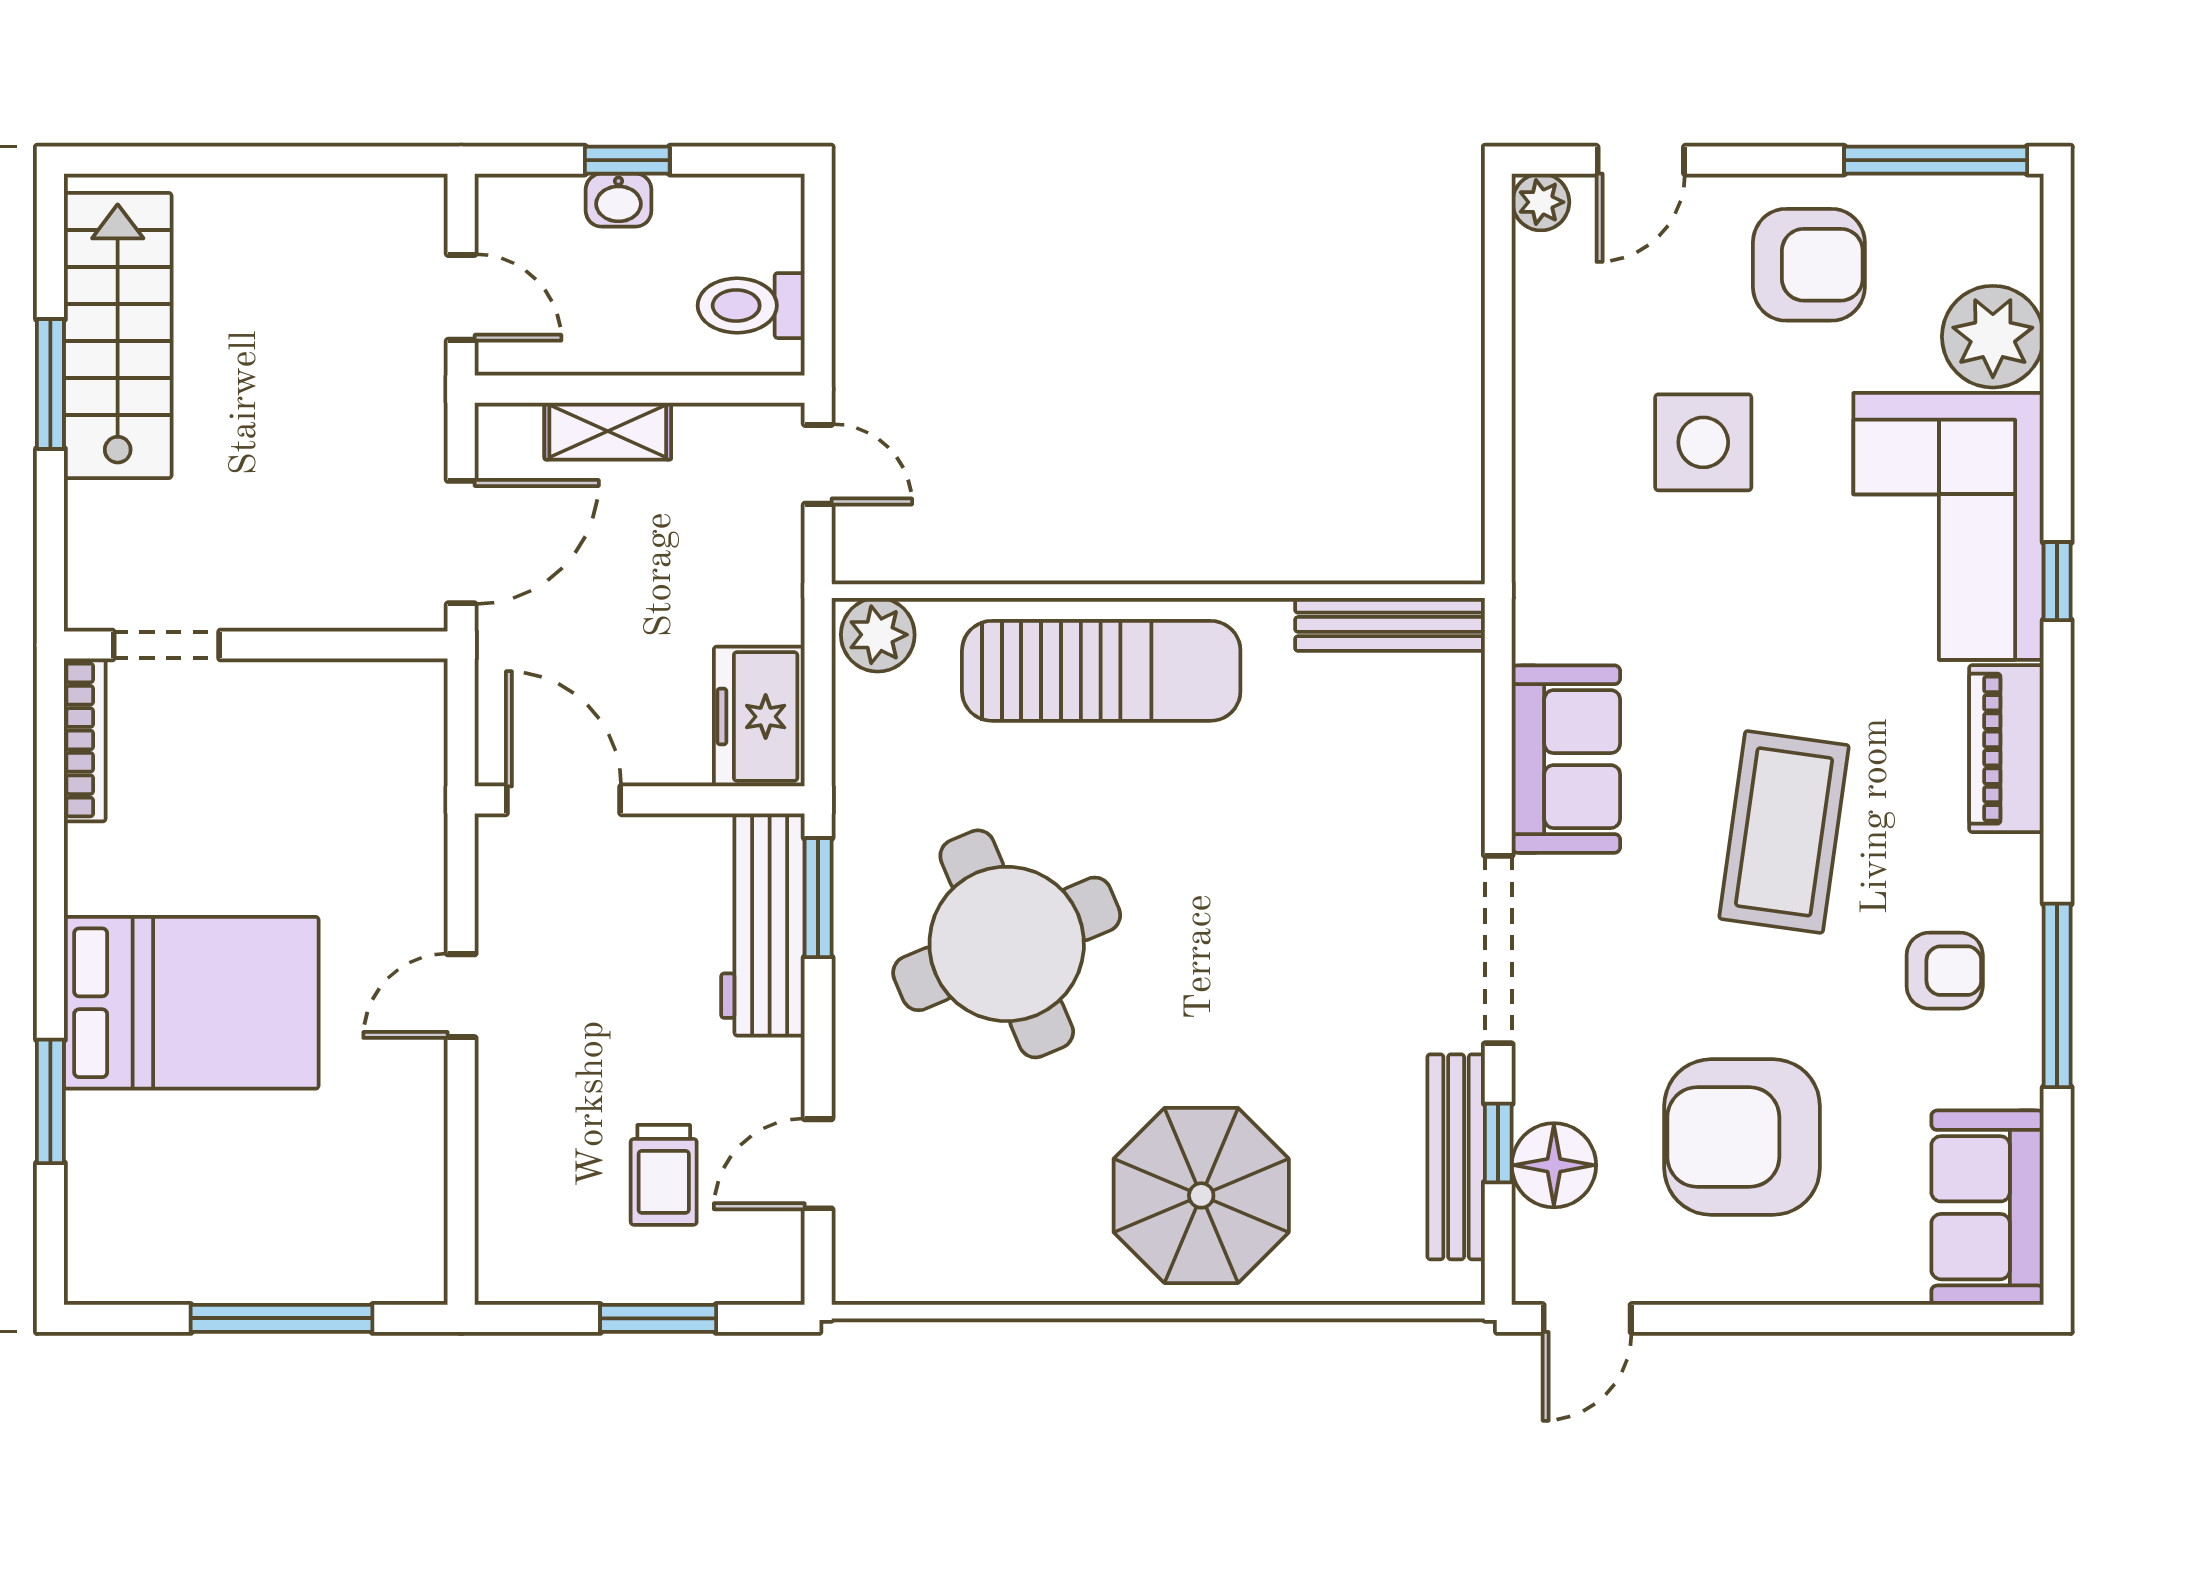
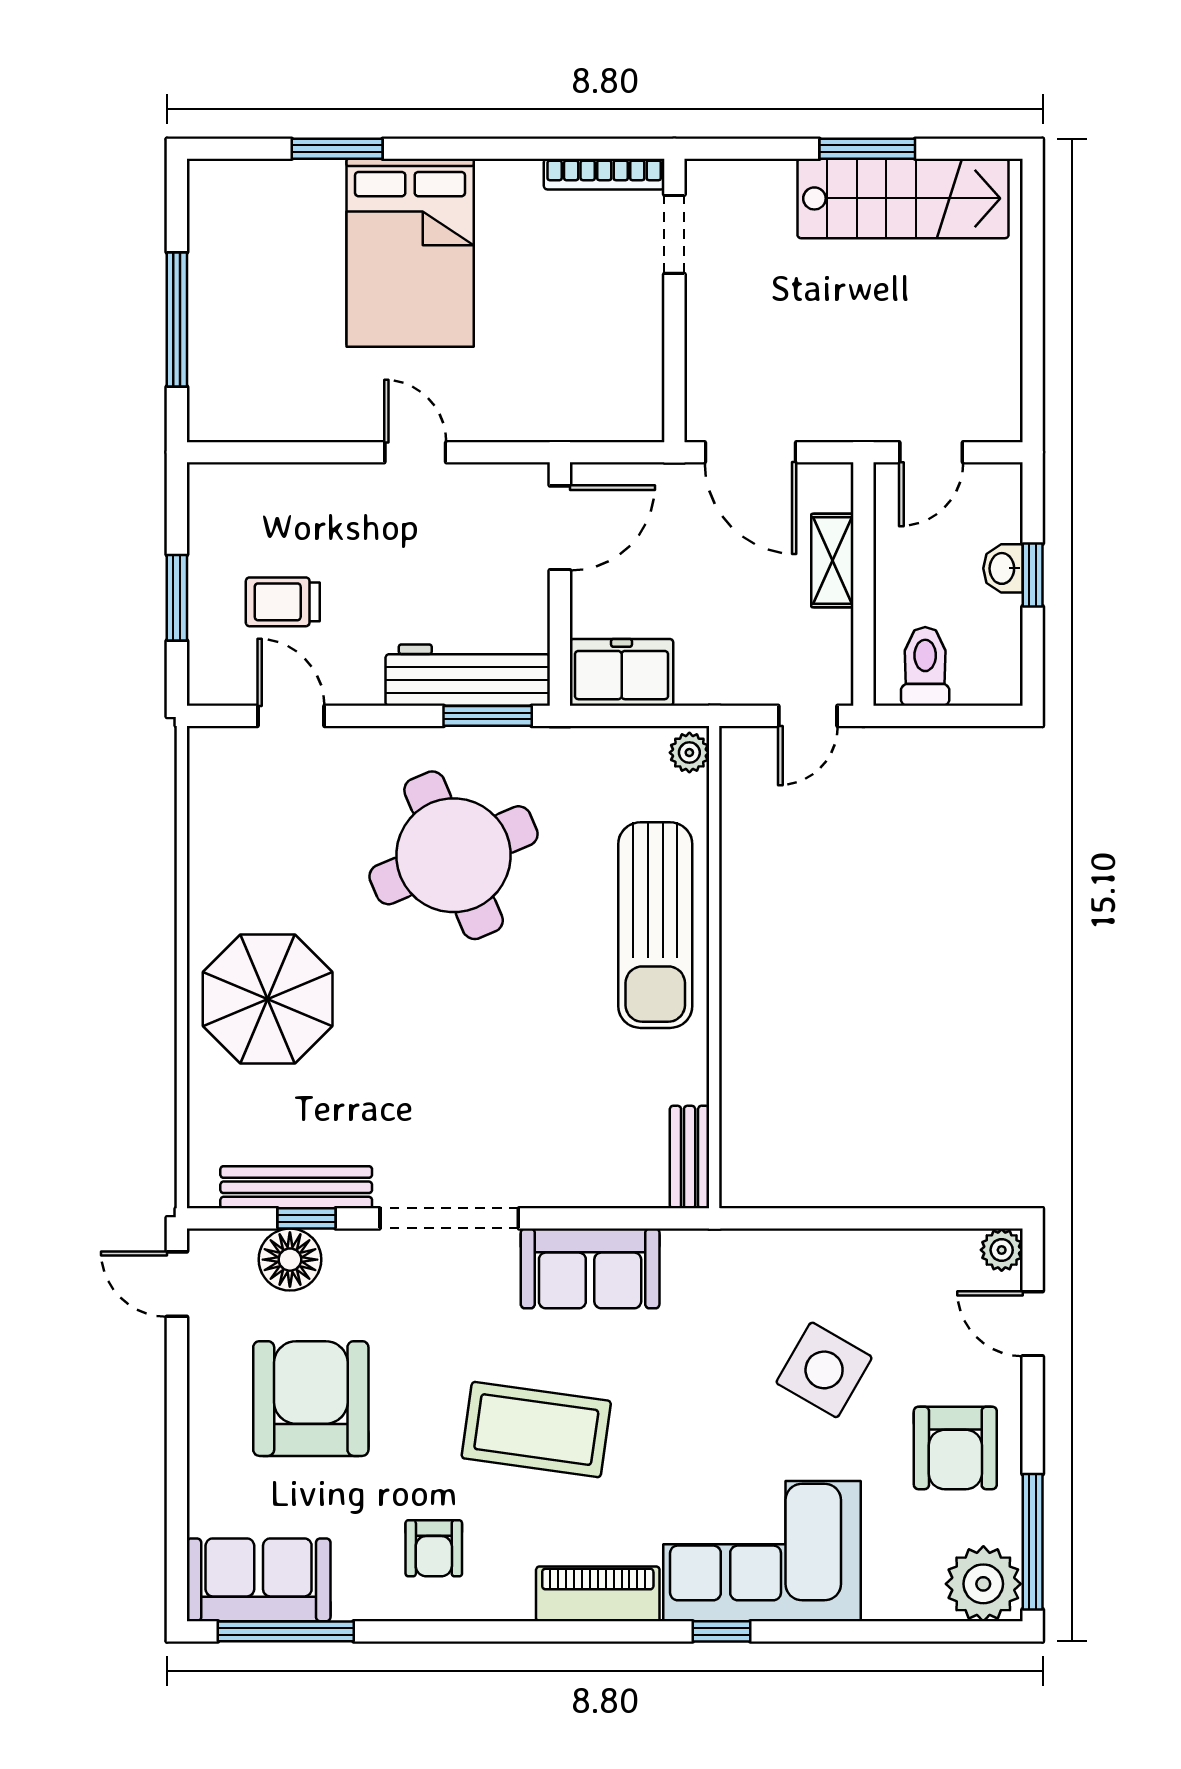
plant: (1993, 337) -> (983, 1584), moved
side table: (1703, 442) -> (824, 1370), turned 30
bench: (1390, 624) -> (690, 1157), width x0.73
plant: (878, 635) -> (689, 753), width x0.73, depth x0.73
window: (2057, 995) -> (286, 1631), moved

